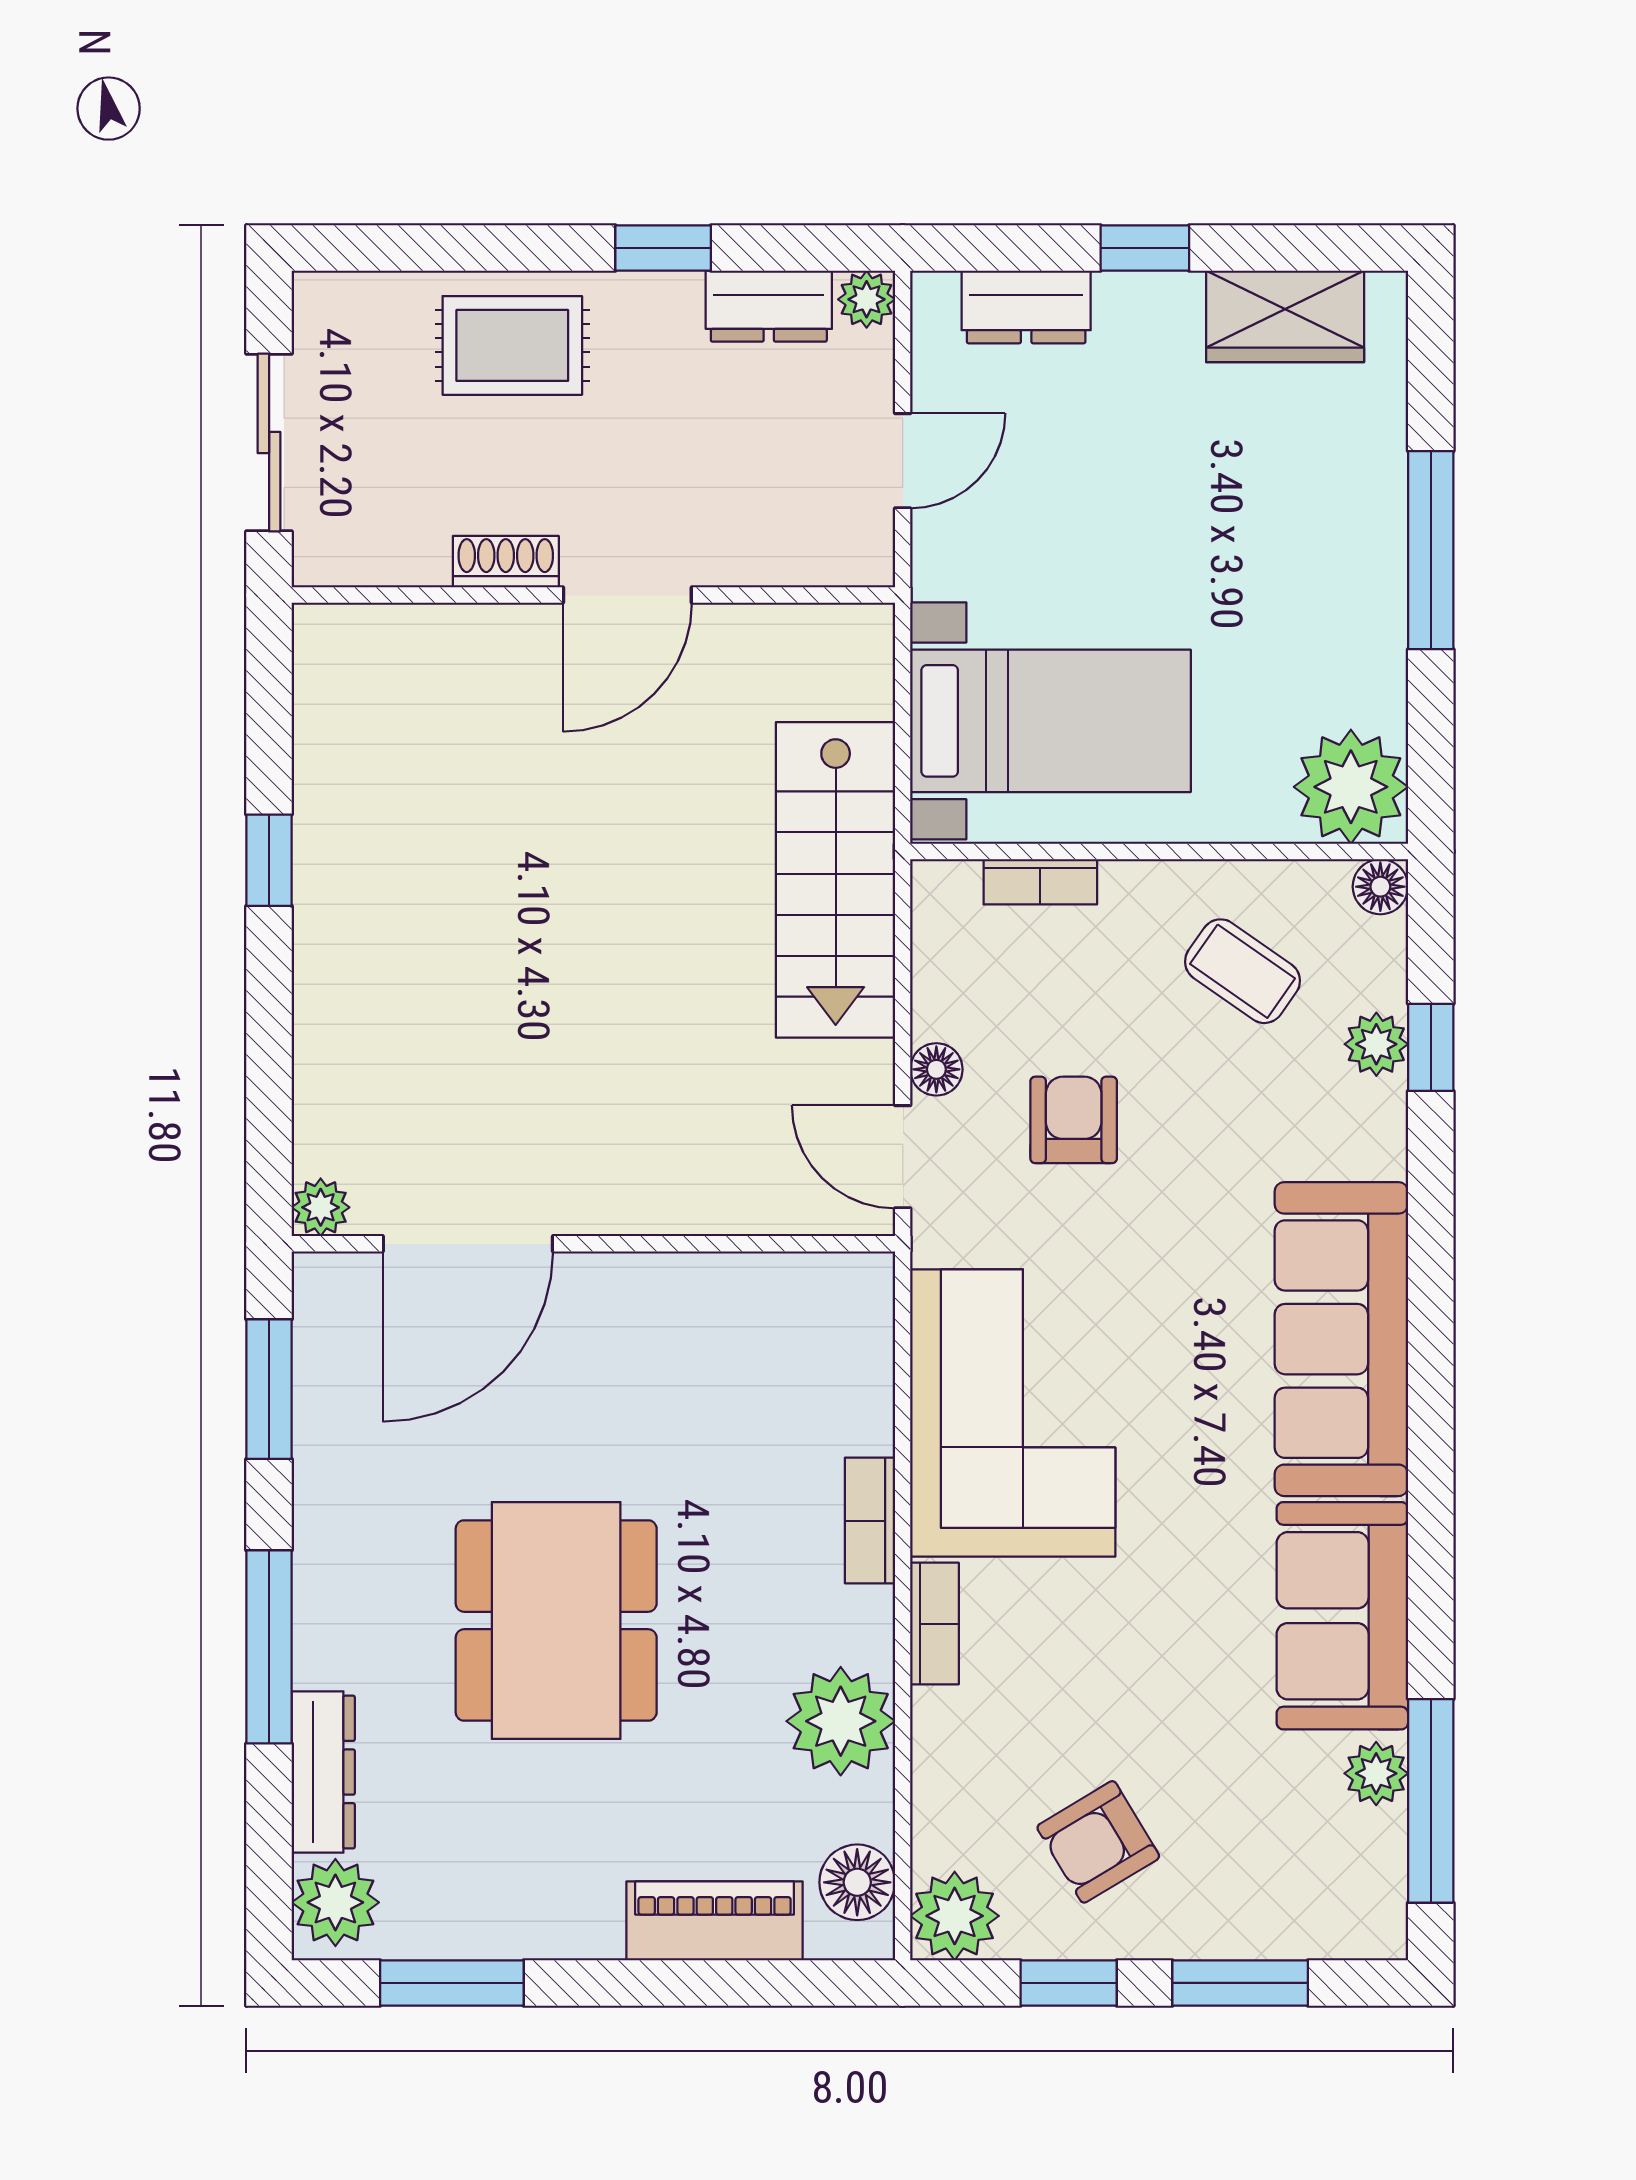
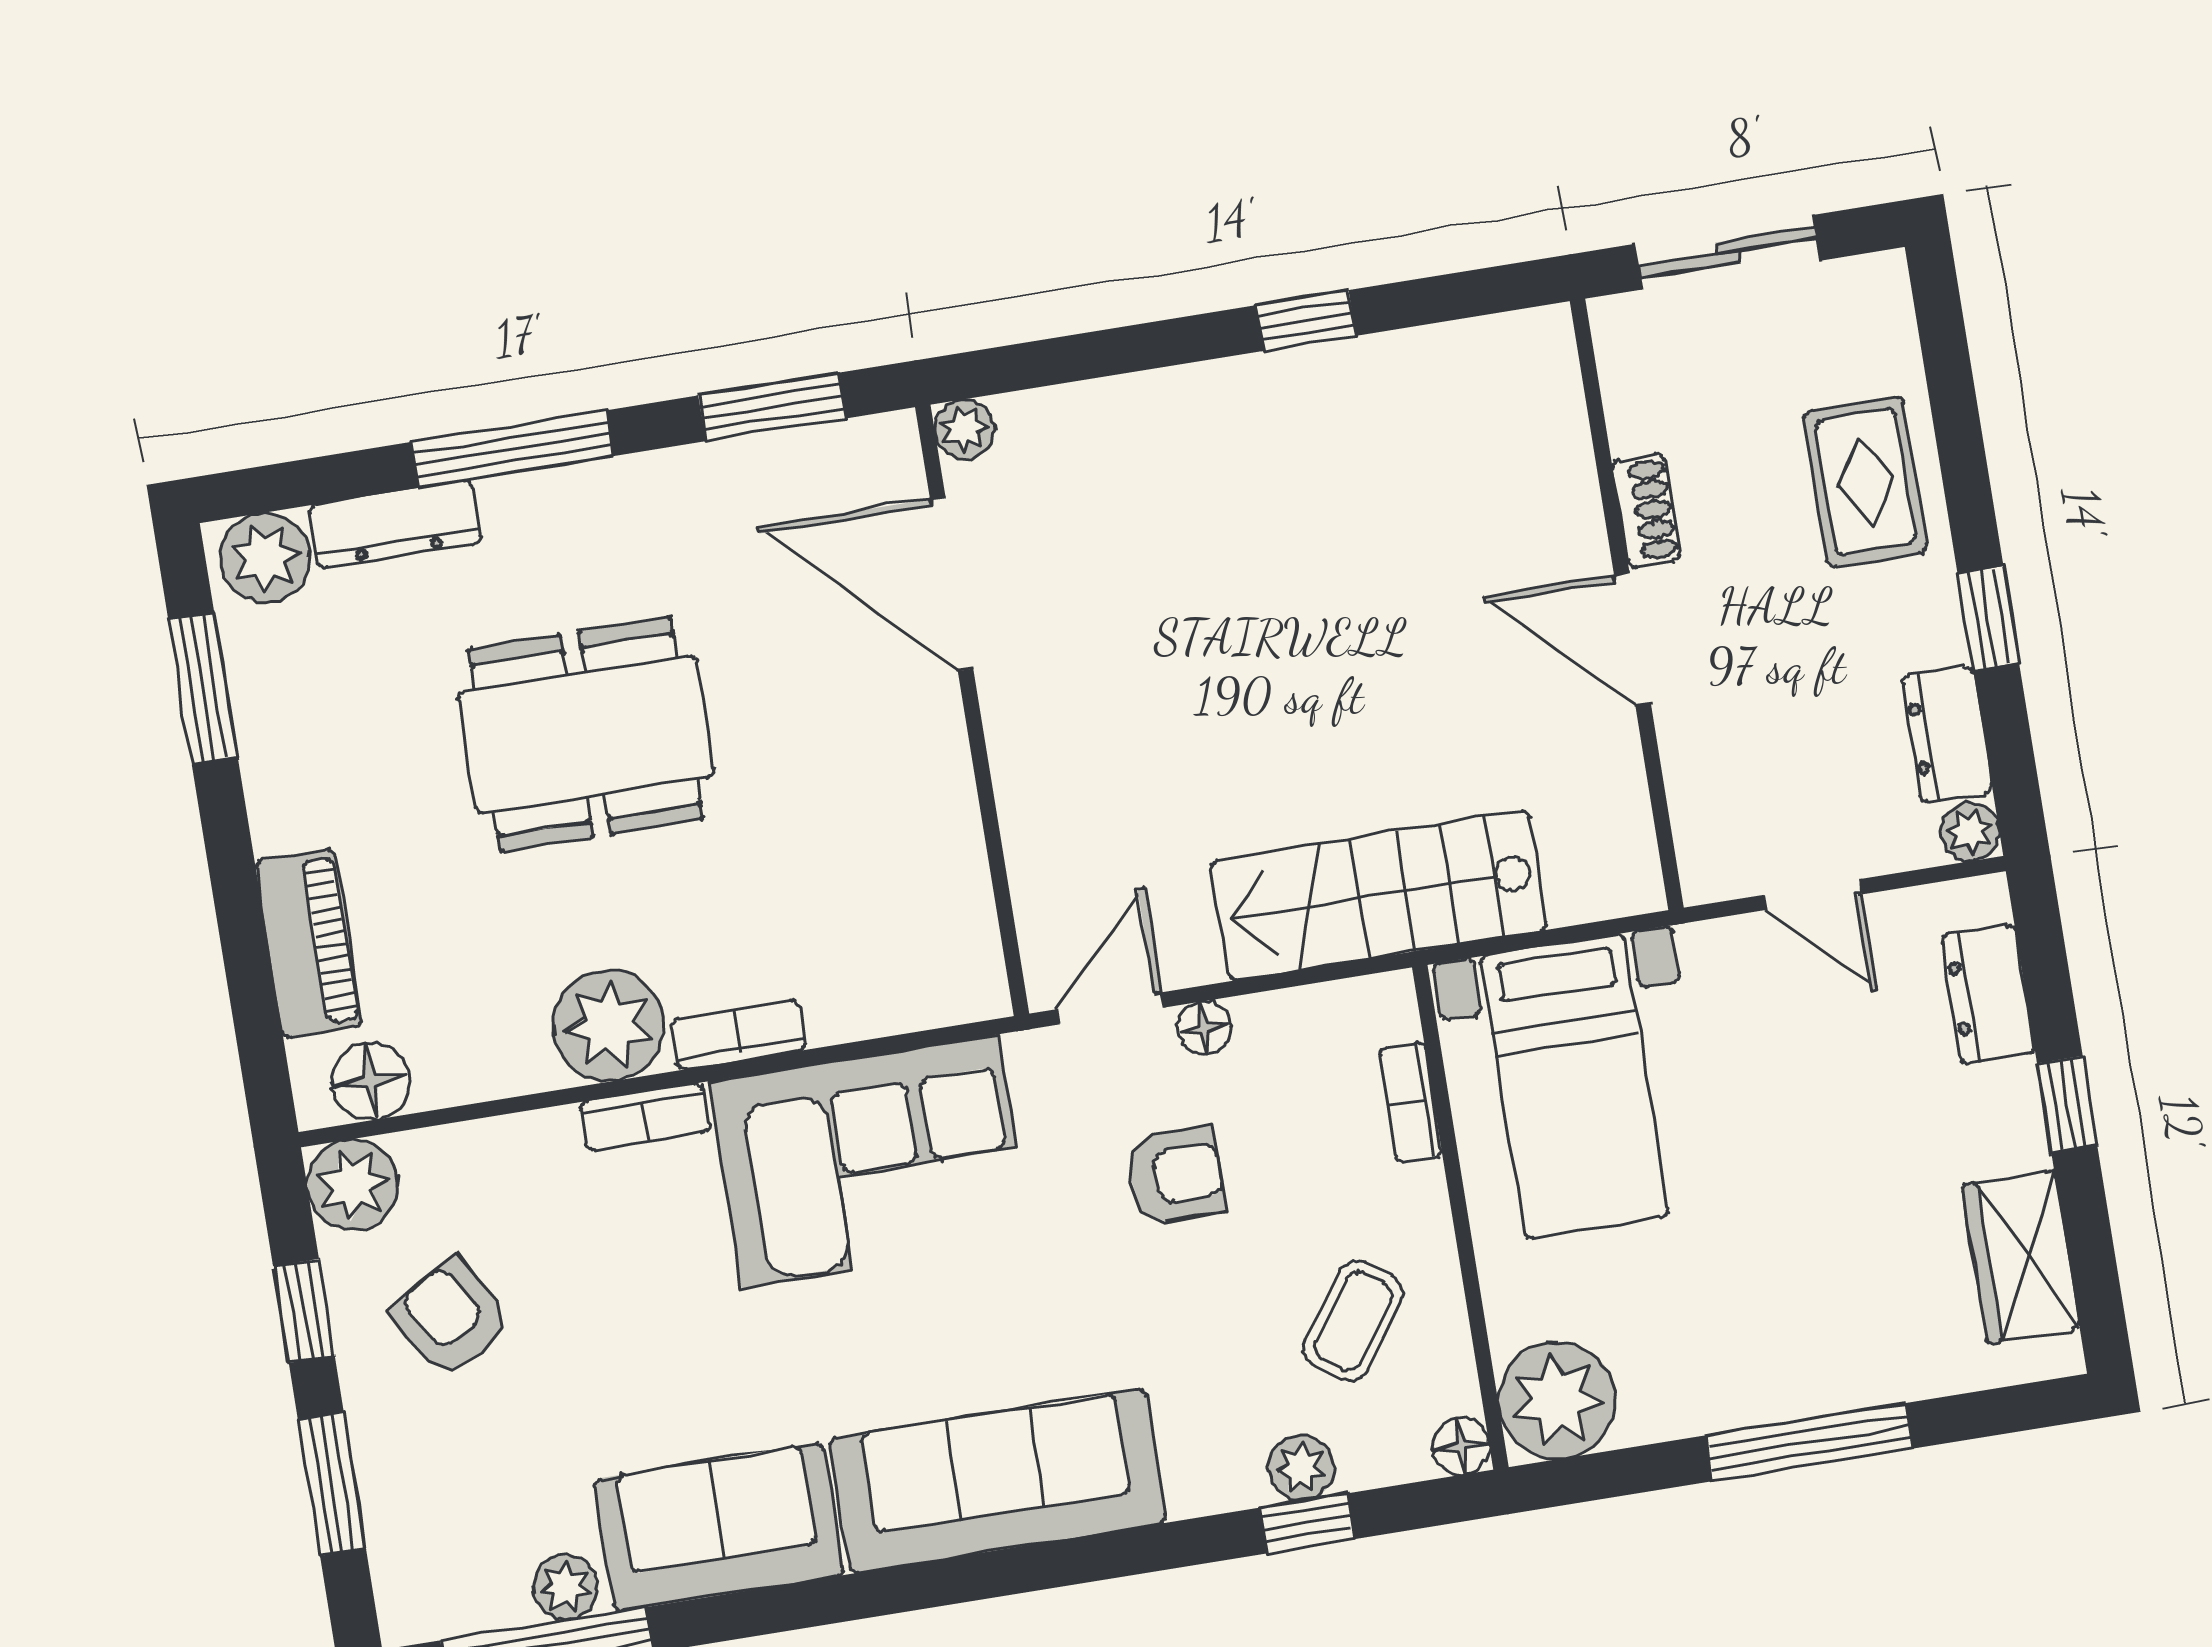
plant: (841, 1721) -> (609, 1025), moved

